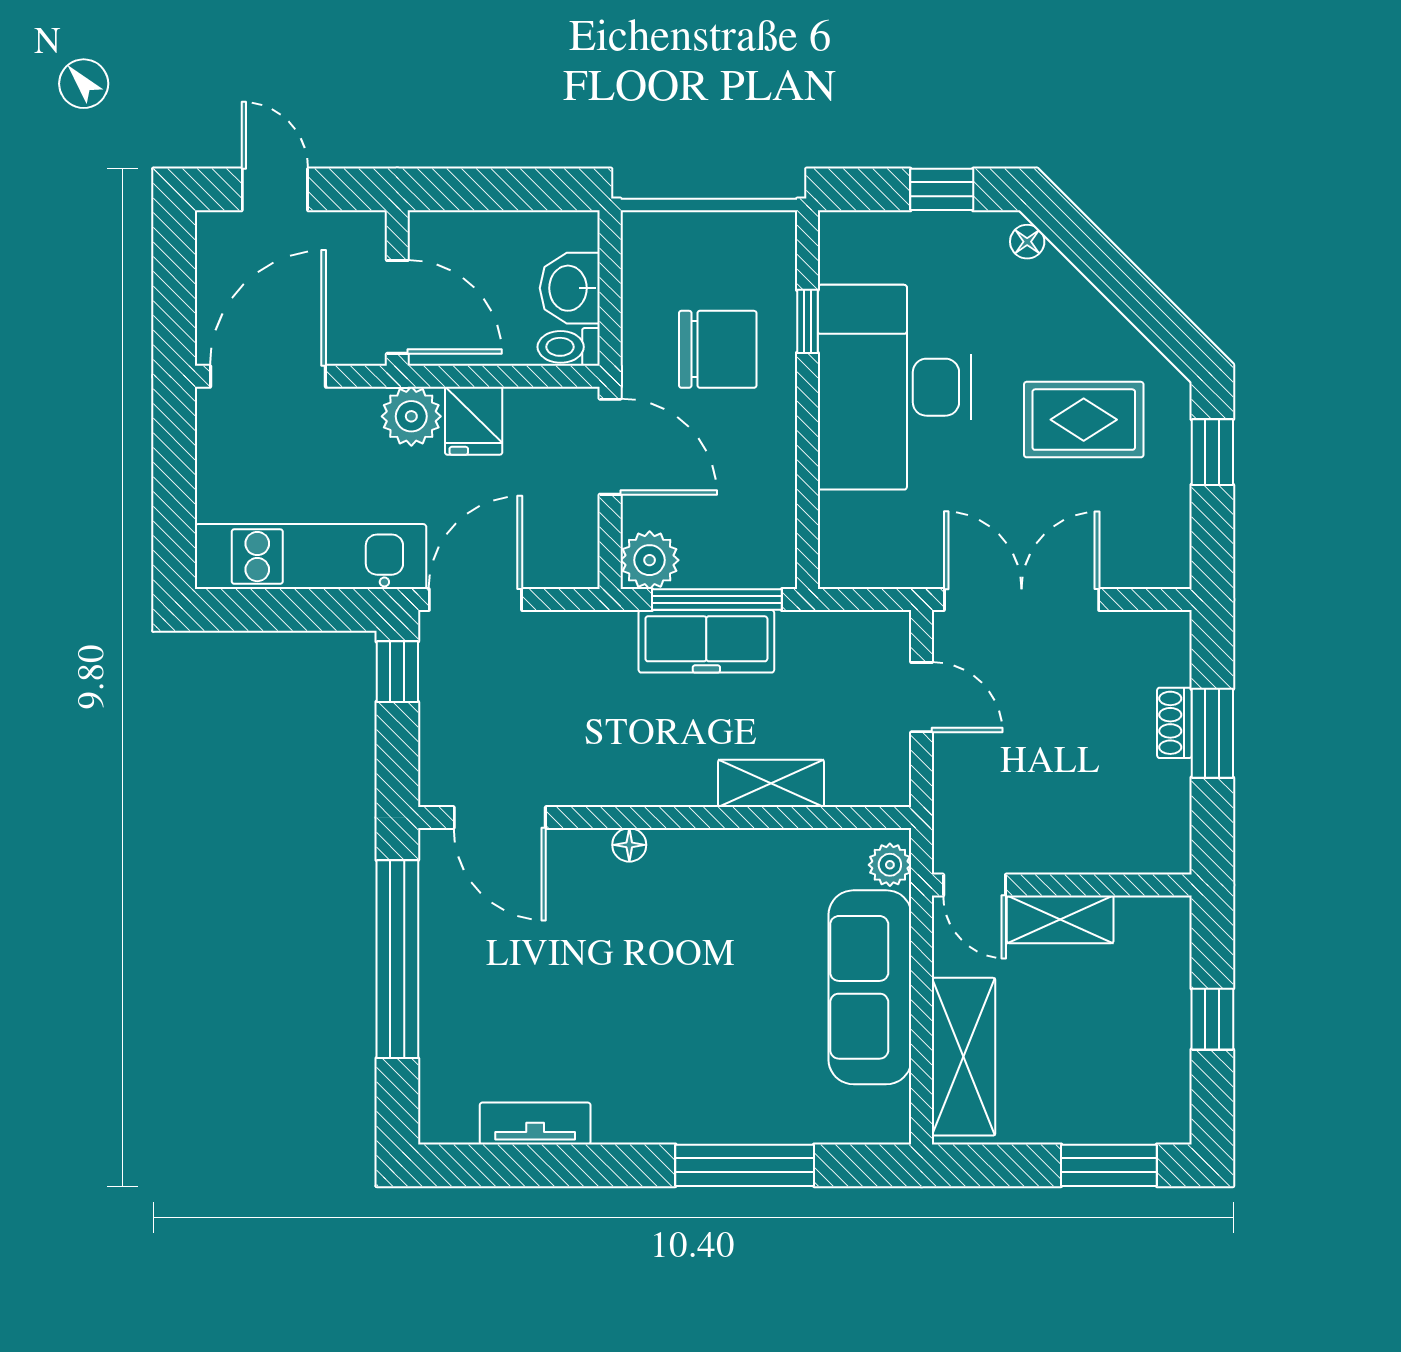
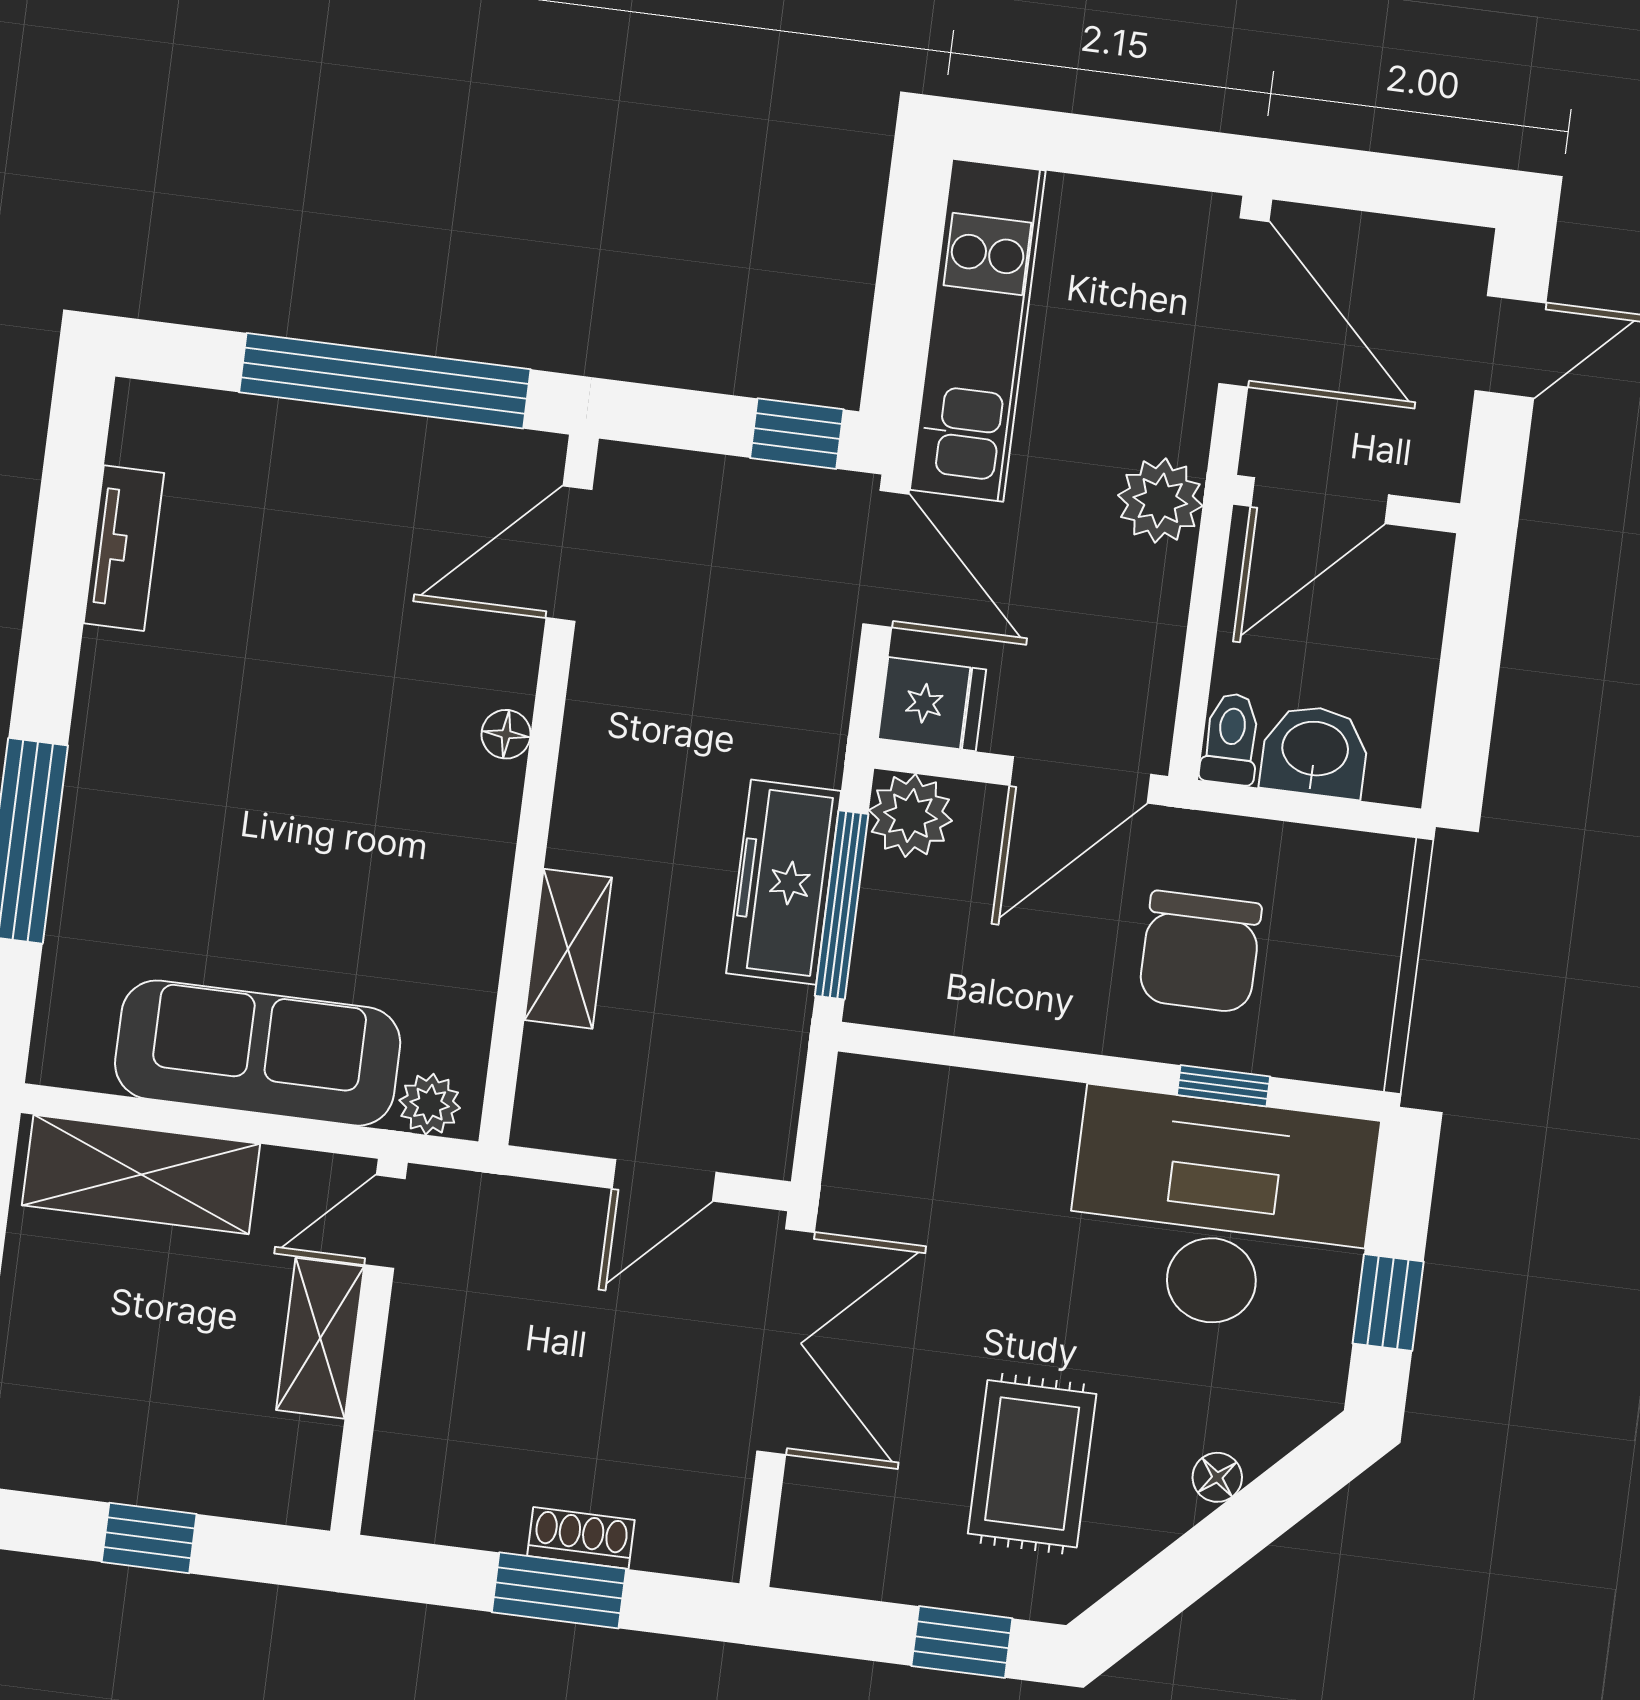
floor lamp: (1027, 242) -> (1217, 1477), moved
desk: (894, 387) -> (1220, 1212), moved
fridge: (474, 421) -> (932, 704), moved, turned 180

